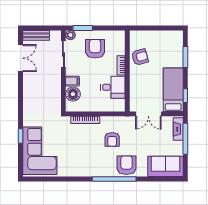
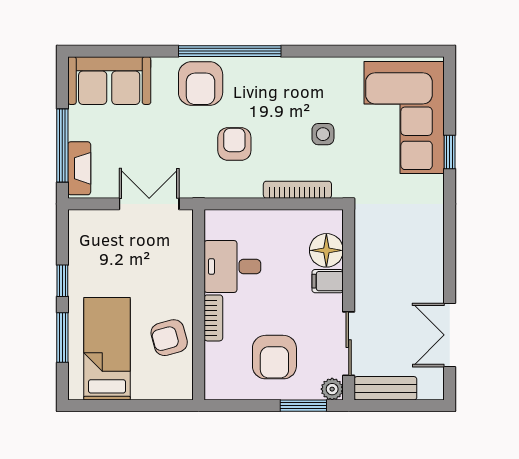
bench: (36, 35) -> (385, 388), moved
bed: (173, 90) -> (107, 349), moved, turned 180
window: (185, 96) -> (62, 281), moved
side table: (74, 144) -> (323, 134), added

